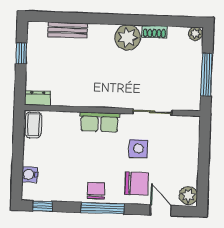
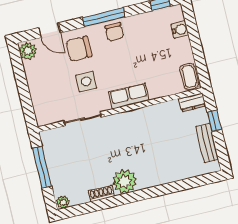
bench: (67, 30) -> (207, 143), moved, turned 90
window: (21, 53) -> (214, 121), moved

